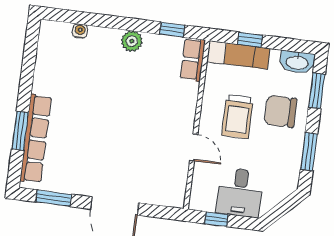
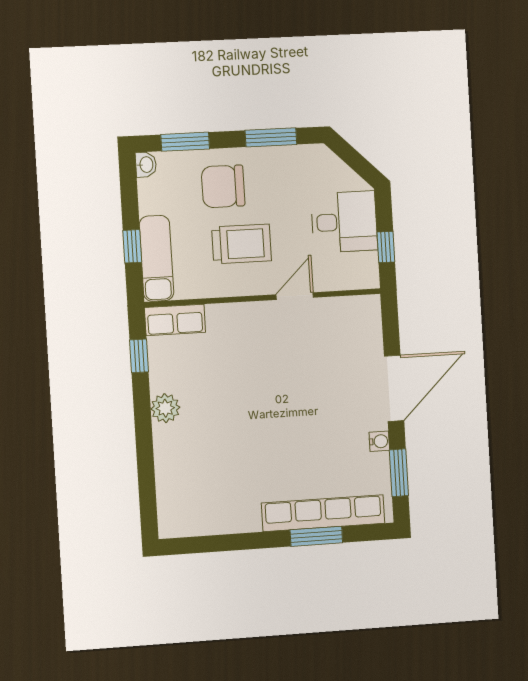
water cooler: (80, 31) -> (379, 441), moved, turned 180
washbasin: (297, 62) -> (146, 165), width x0.52, depth x0.69
chair: (281, 111) -> (223, 186), turned 90

